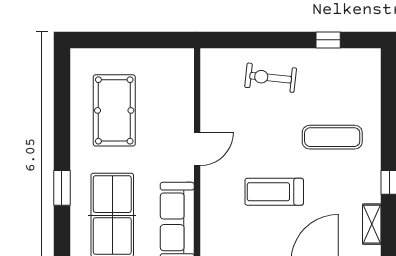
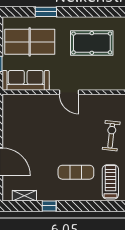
exercise mat: (332, 137) -> (76, 172), turned 90
treadmill: (274, 192) -> (110, 182), moved

